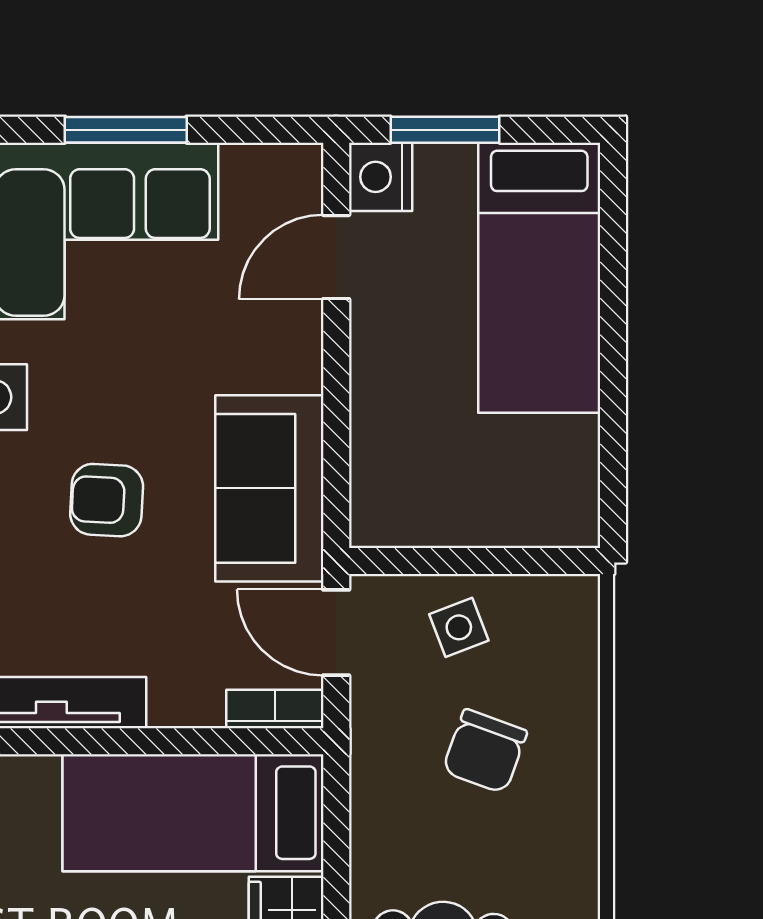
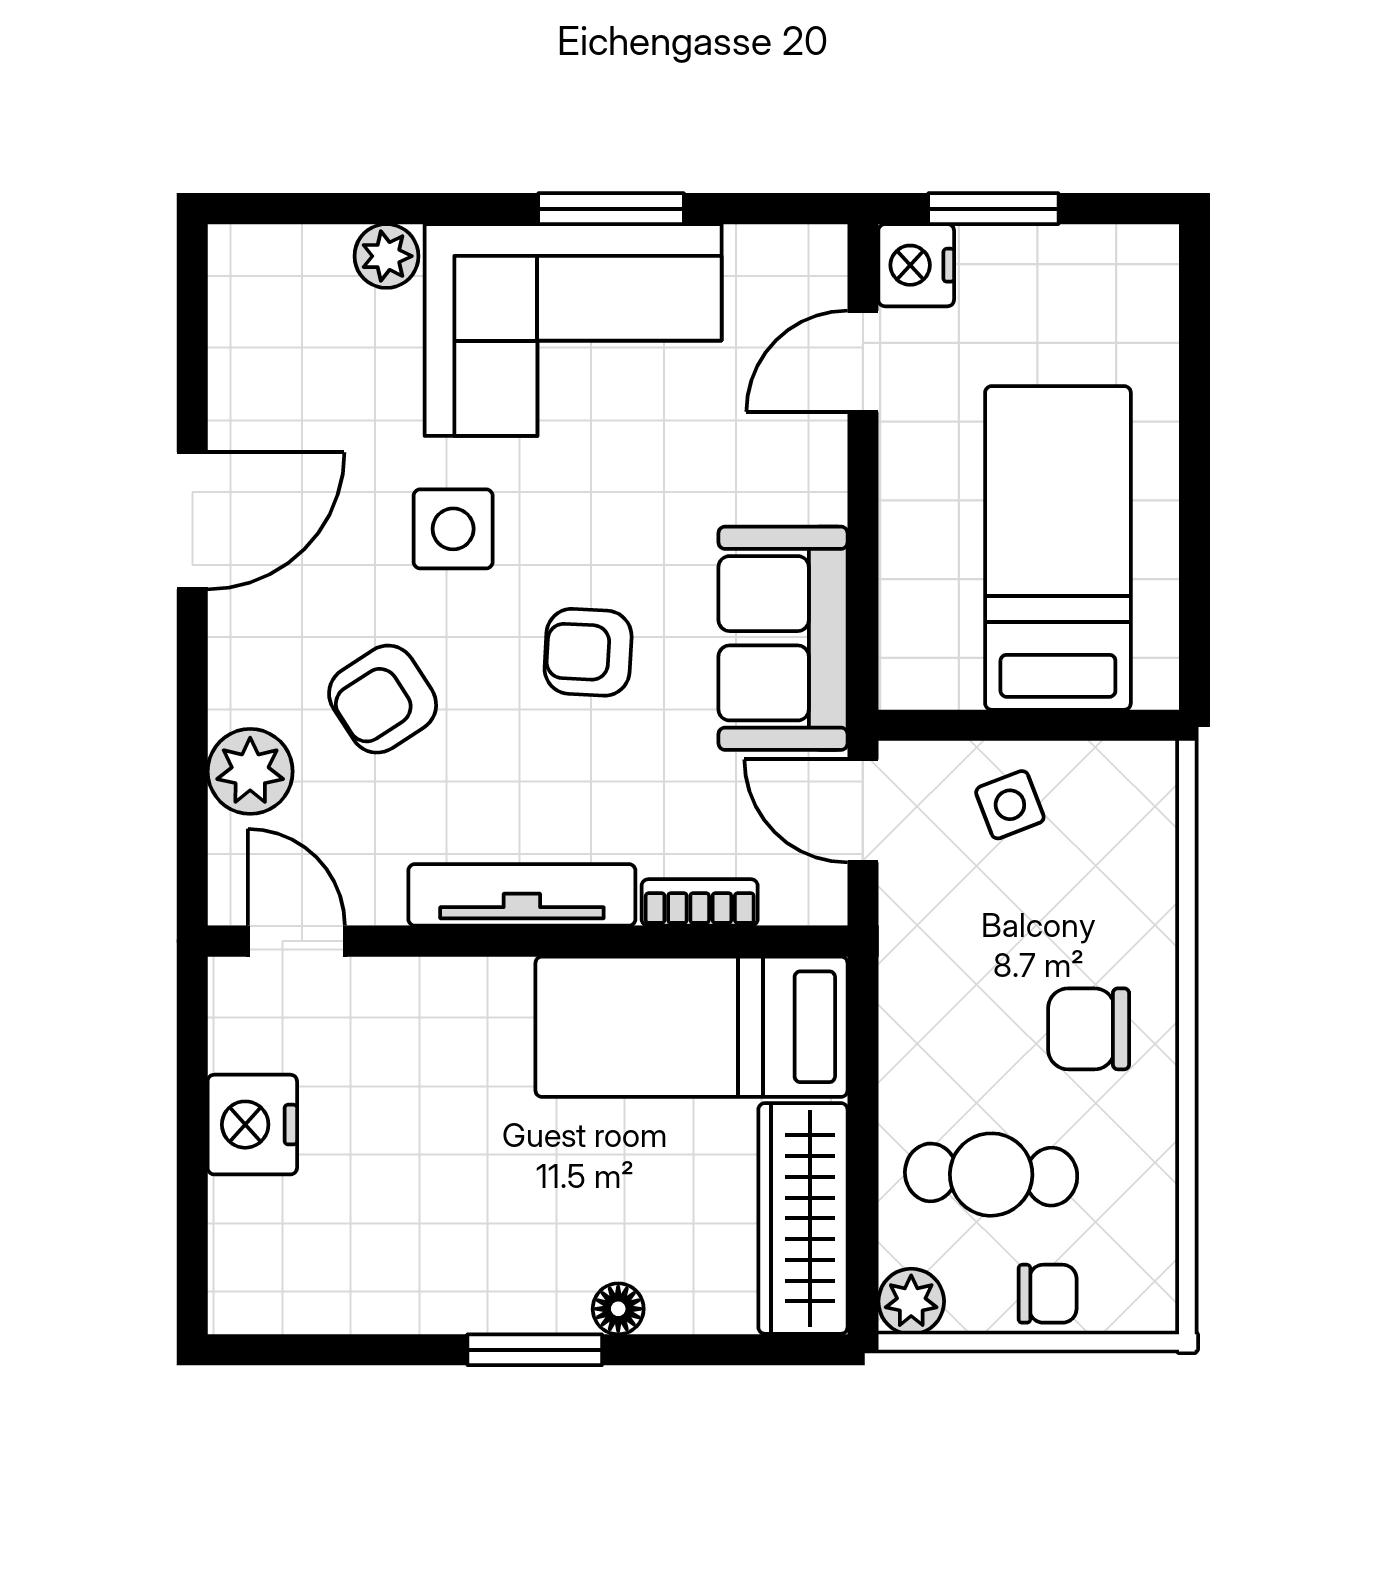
bed: (539, 278) -> (1058, 548), moved, turned 180
bookcase: (275, 709) -> (700, 902), moved
chair: (485, 751) -> (1089, 1029), moved, turned 70

